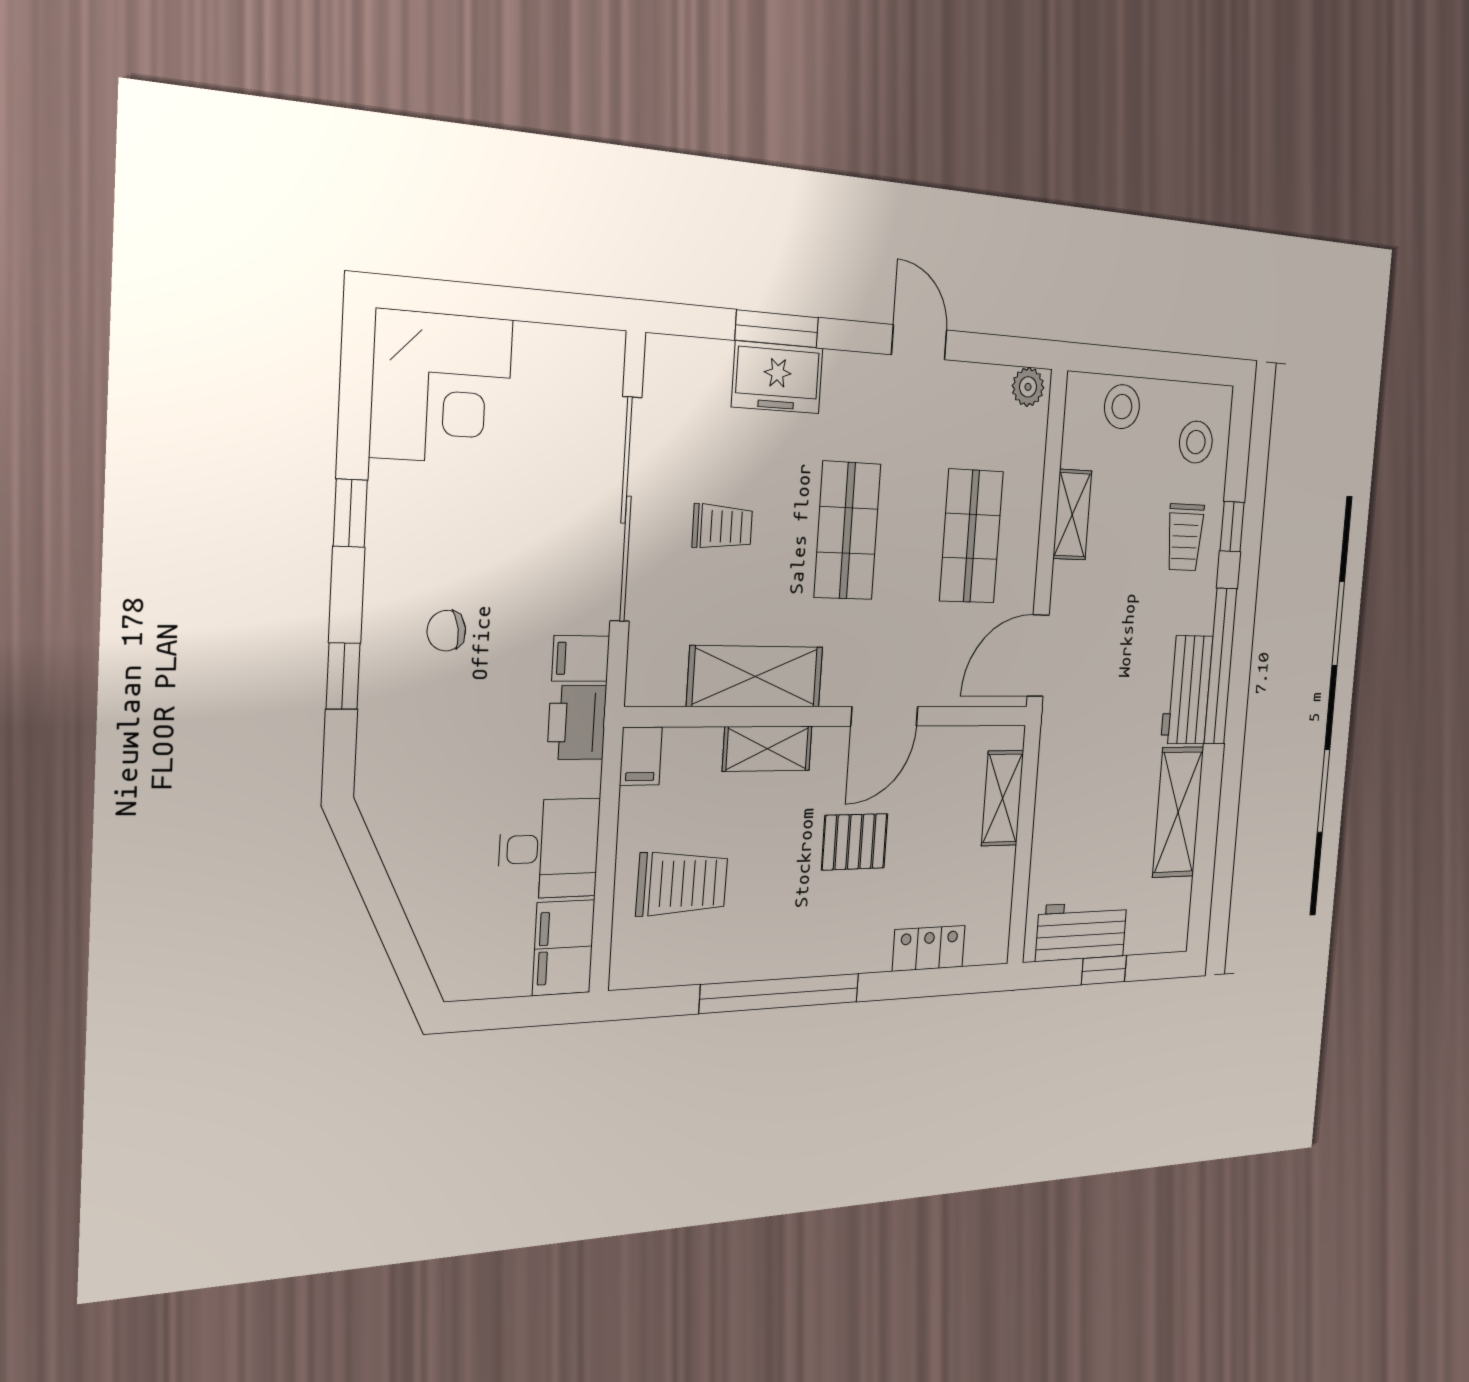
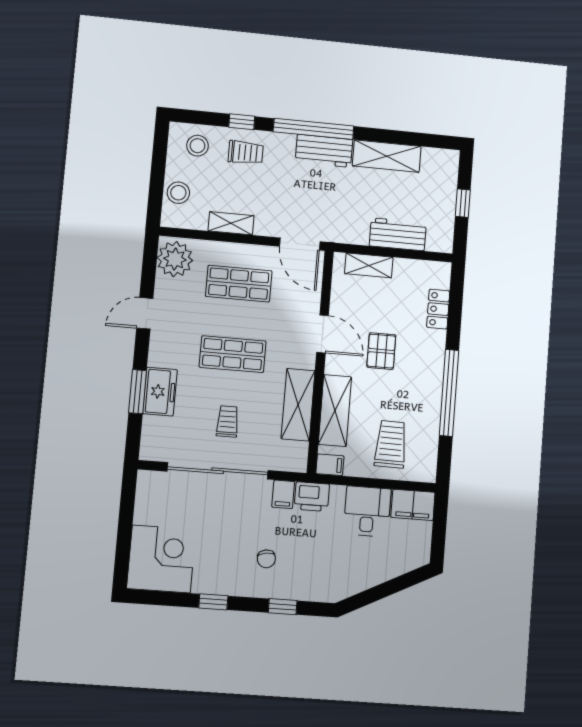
plant: (1028, 387) -> (175, 259), width x1.88, depth x1.88
shelving: (767, 749) -> (335, 411), width x1.50, depth x1.33
workbench: (1081, 931) -> (398, 234), moved, turned 90

